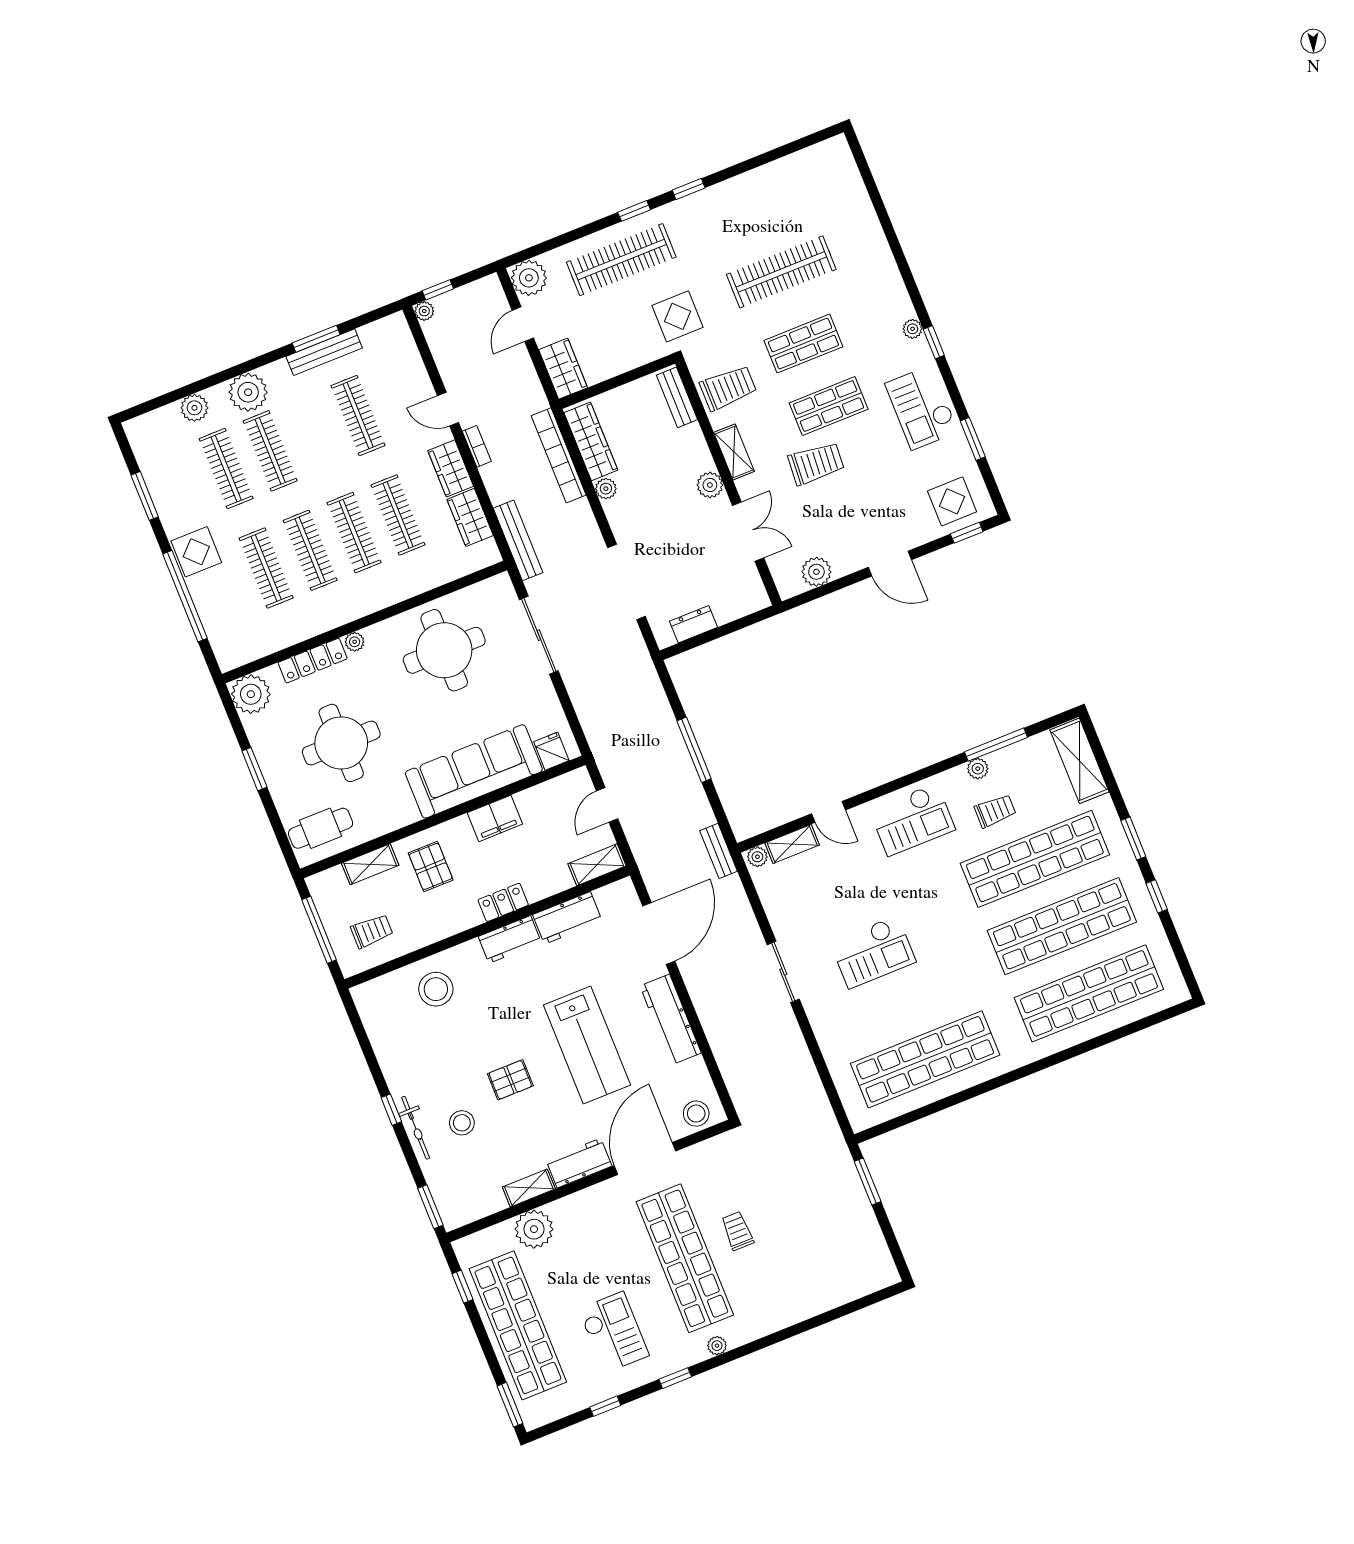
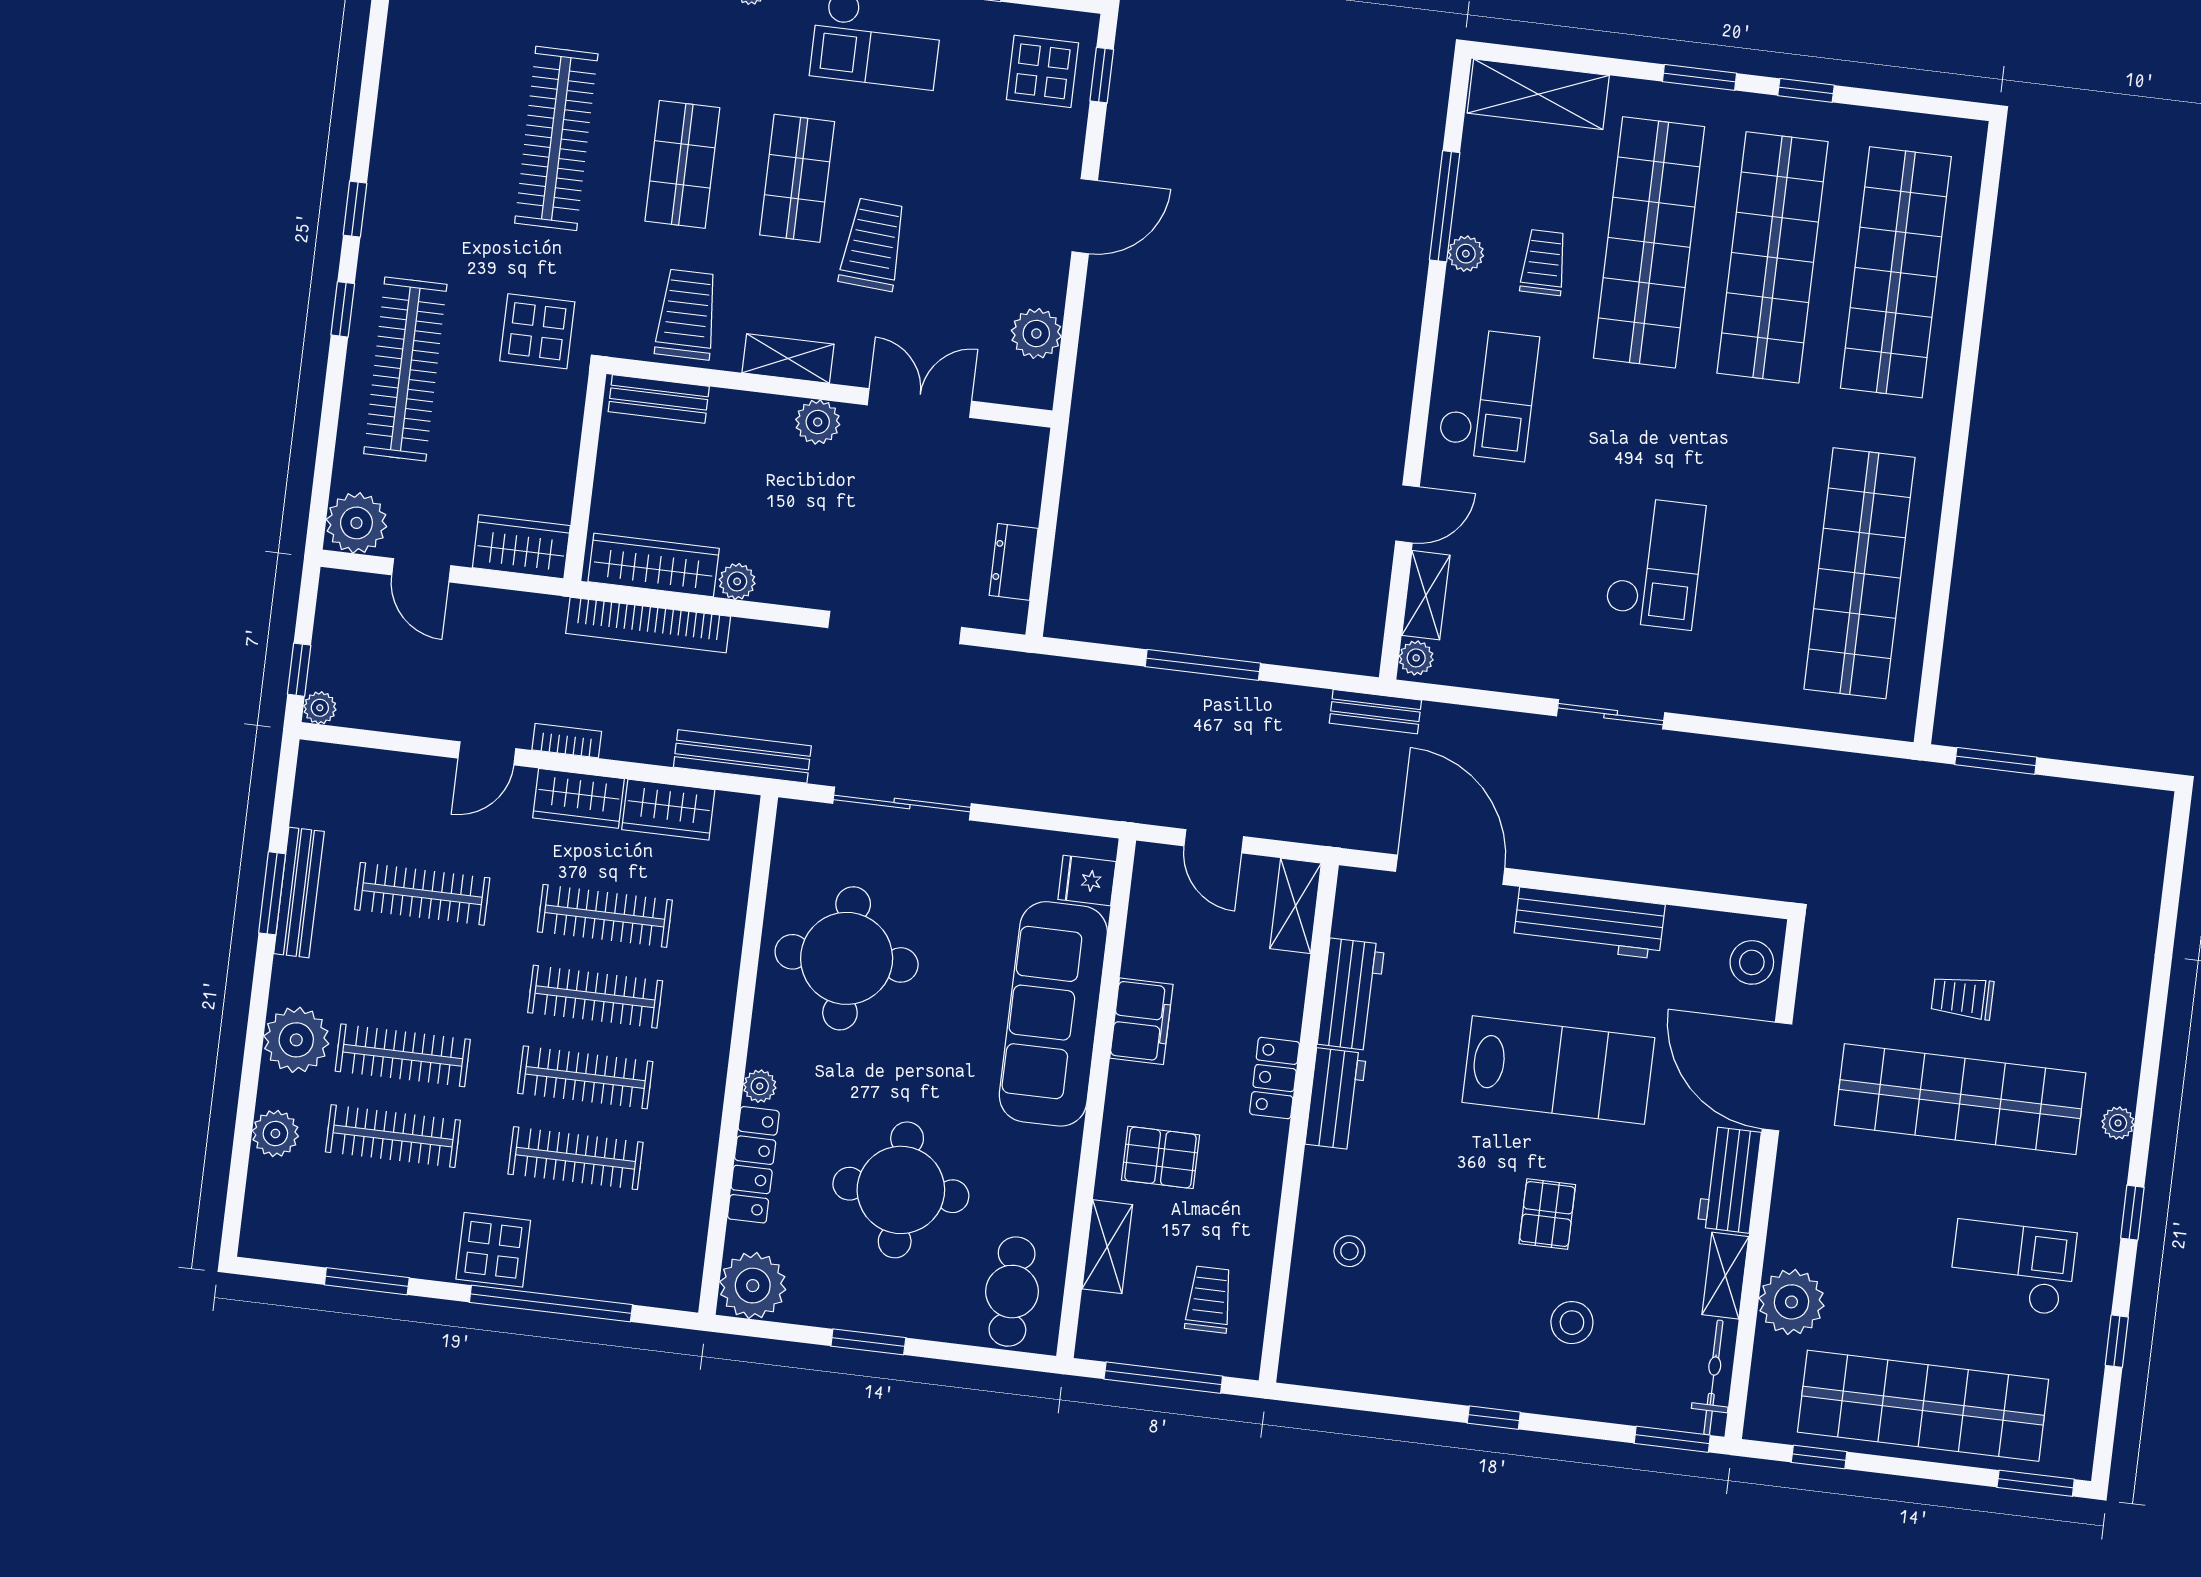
stool: (436, 989) -> (1349, 1251), width x0.53, depth x0.53
bicycle: (416, 1128) -> (1713, 1377), moved, turned -90

